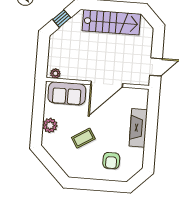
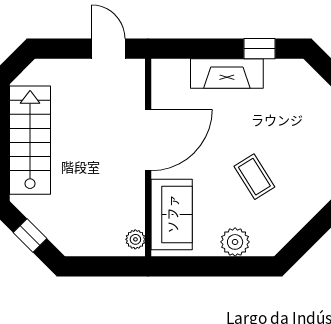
door: (107, 84) -> (148, 140), hinge flipped
window: (150, 146) -> (259, 49), added
armchair: (111, 161) -> (293, 120), removed

